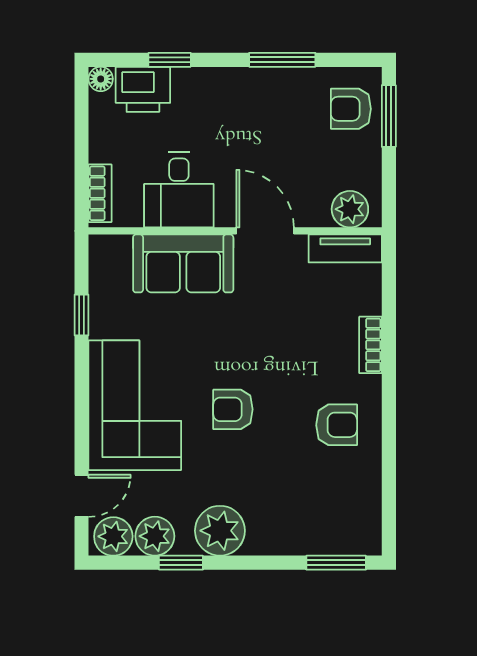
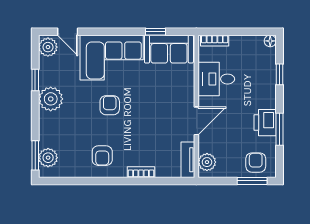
printer: (143, 89) -> (265, 123), moved
sofa: (183, 263) -> (169, 49), moved, turned -90
plant: (155, 536) -> (48, 158), moved

